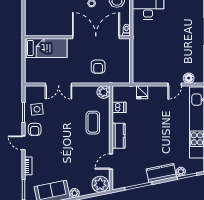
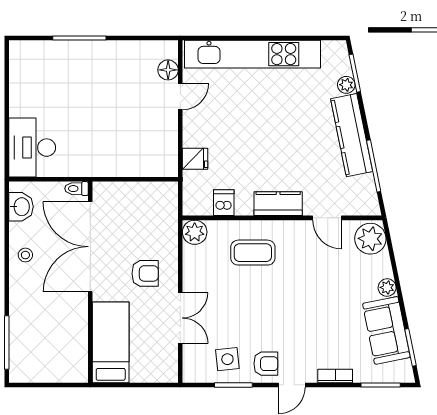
armchair: (98, 67) -> (145, 273), moved
door: (175, 85) -> (180, 97), hinge flipped
kitchen counter: (161, 173) -> (352, 135), width x1.50

